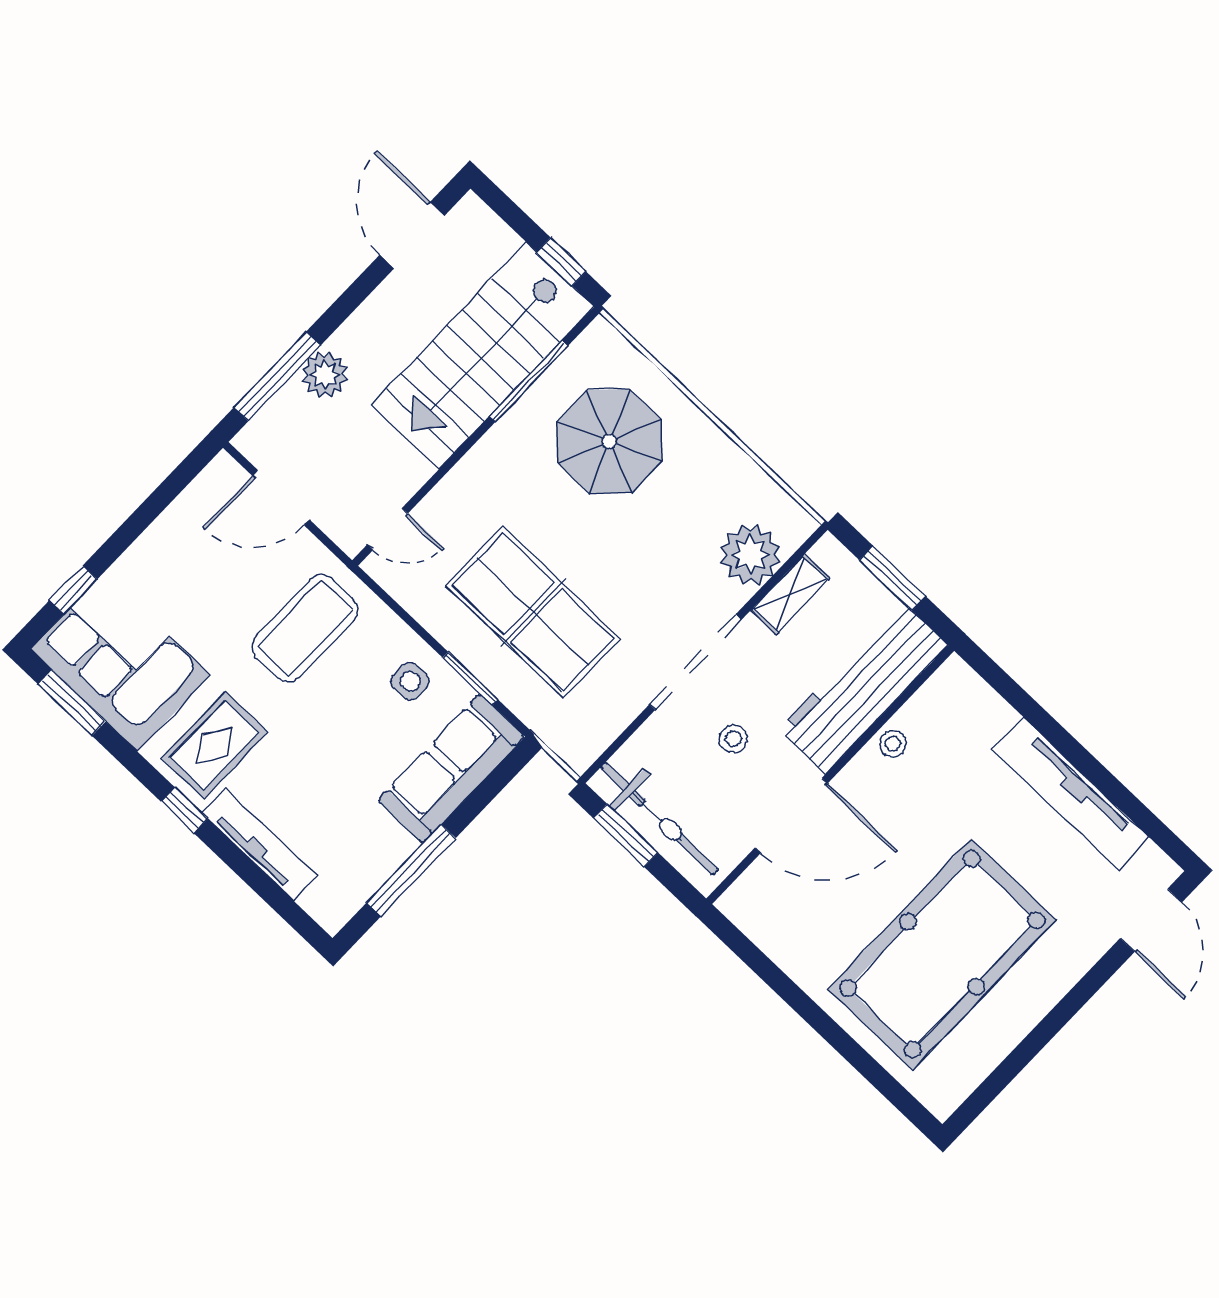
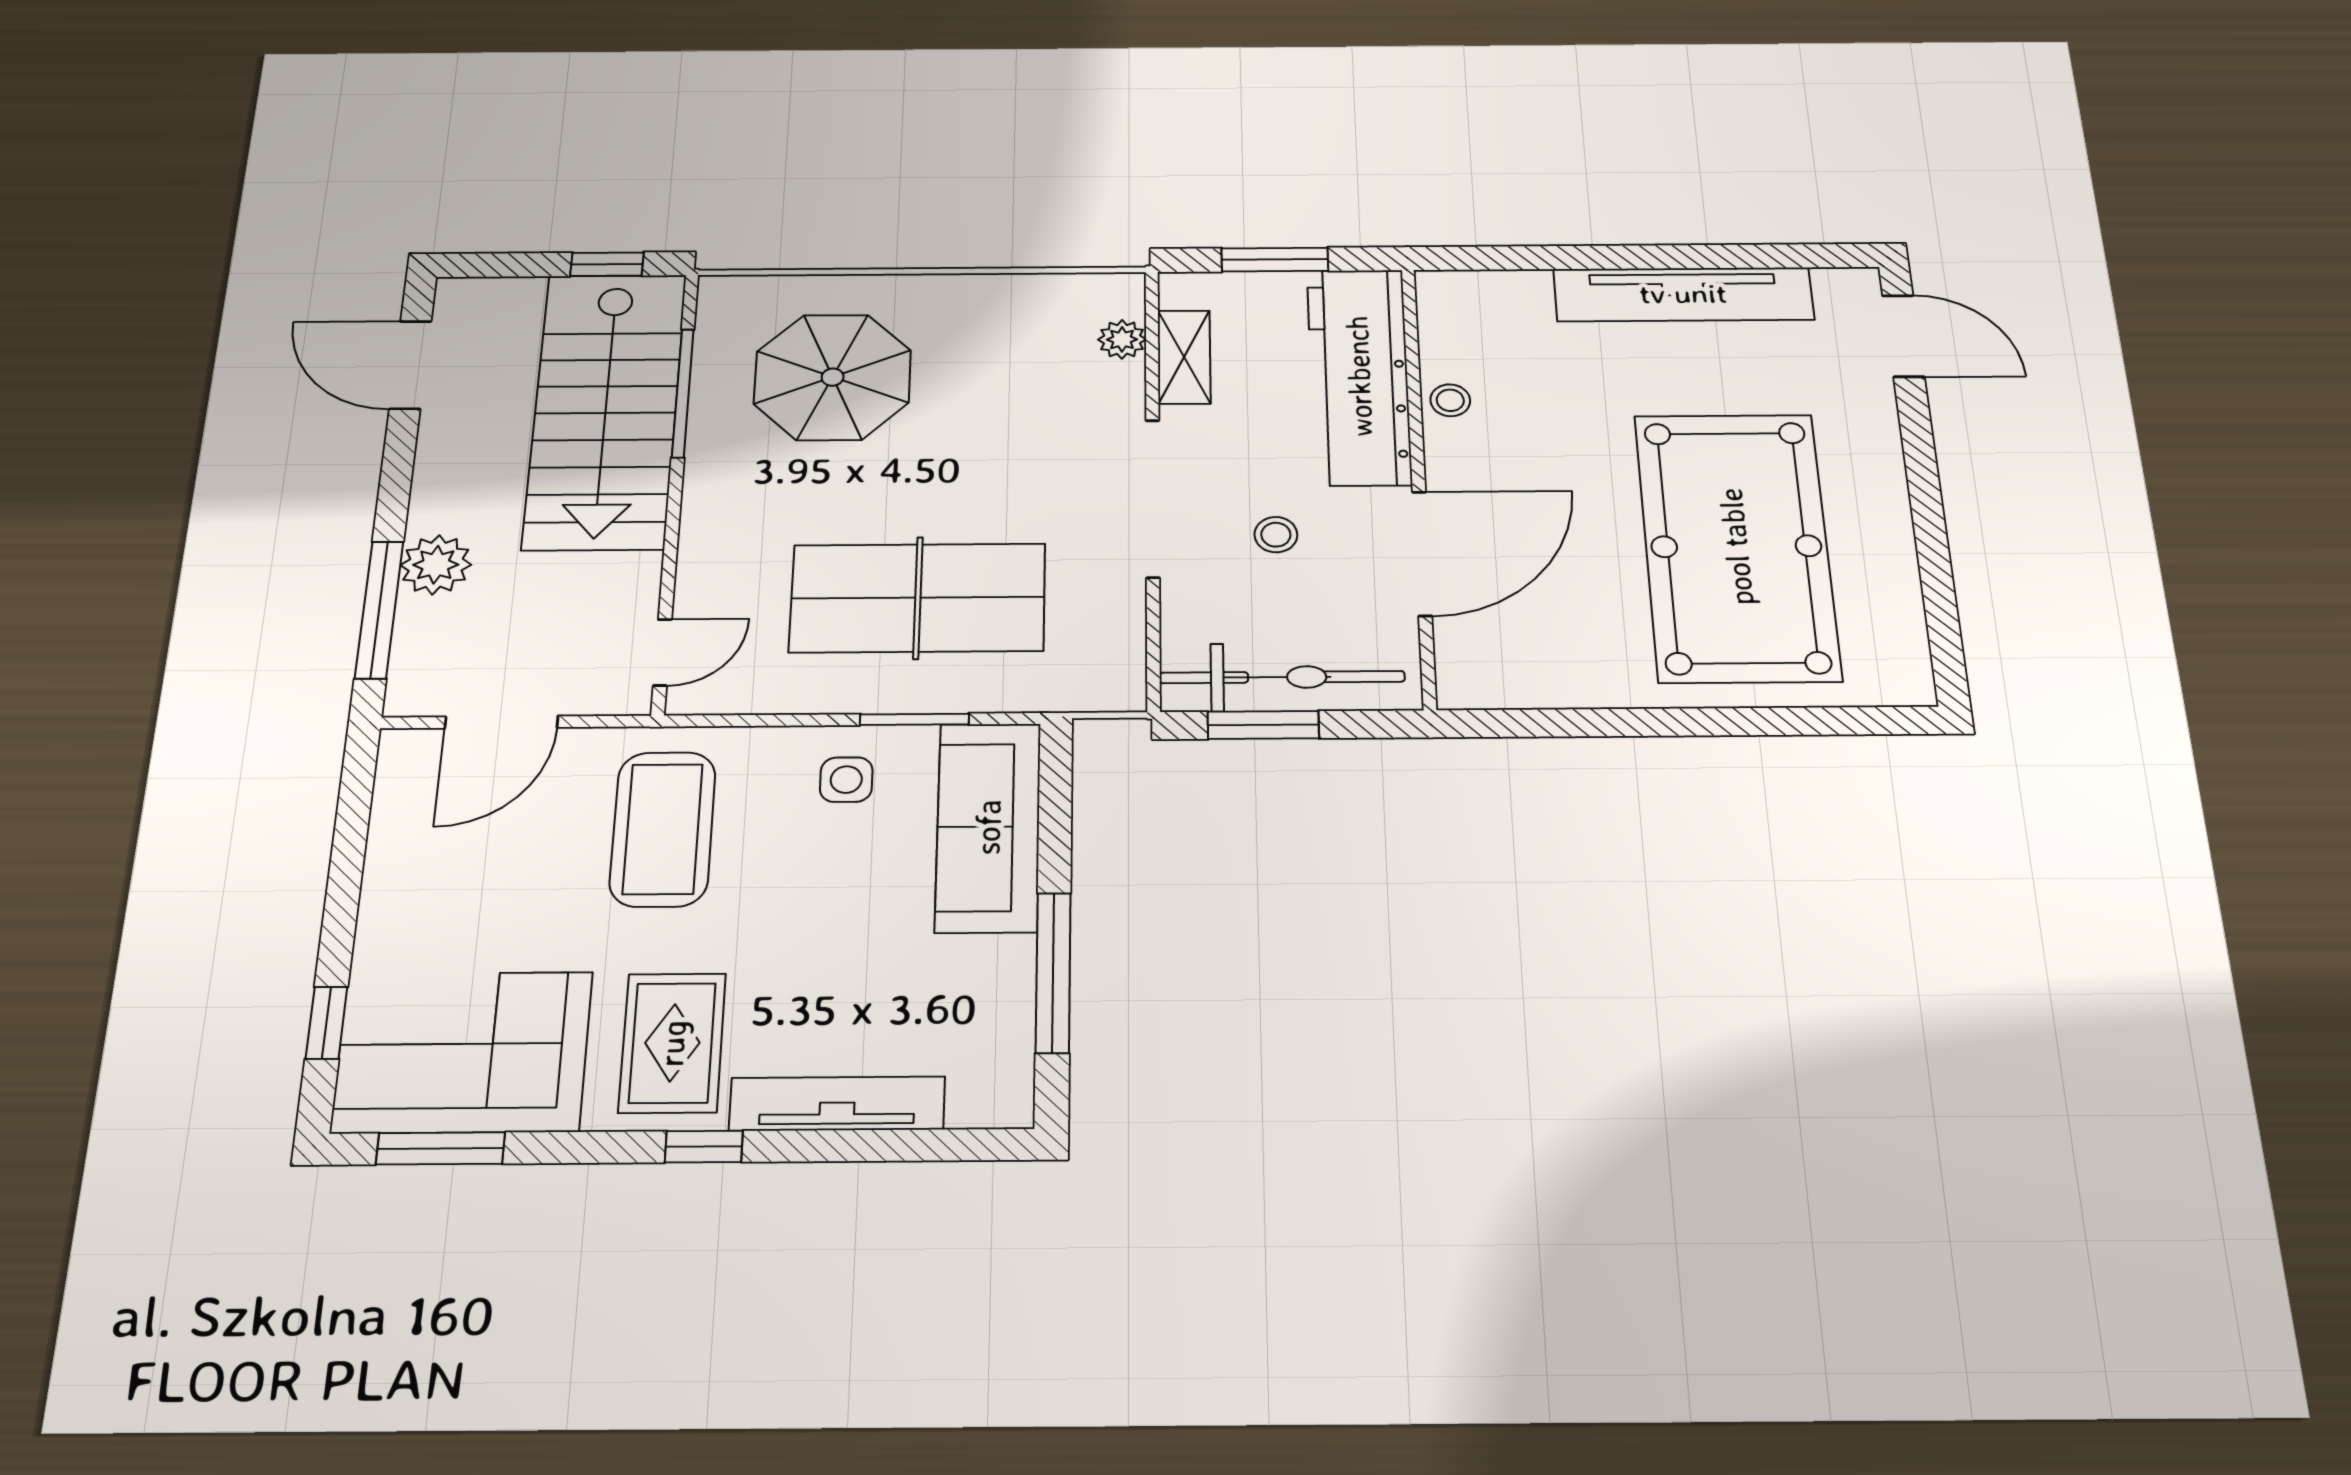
plant: (750, 555) -> (1122, 339), width x0.53, depth x0.53

